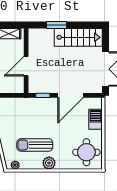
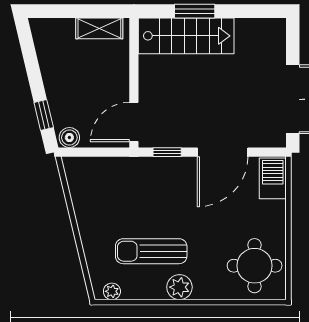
stairs: (78, 37) -> (186, 36), moved
door: (26, 66) -> (134, 122), moved
barbecue: (96, 119) -> (273, 178), moved

